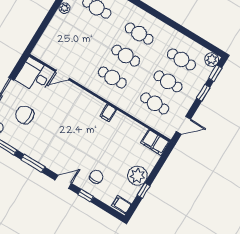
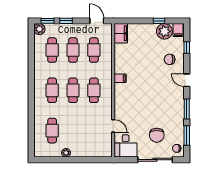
plant: (138, 176) -> (164, 31), moved
window: (86, 195) -> (187, 48), moved

